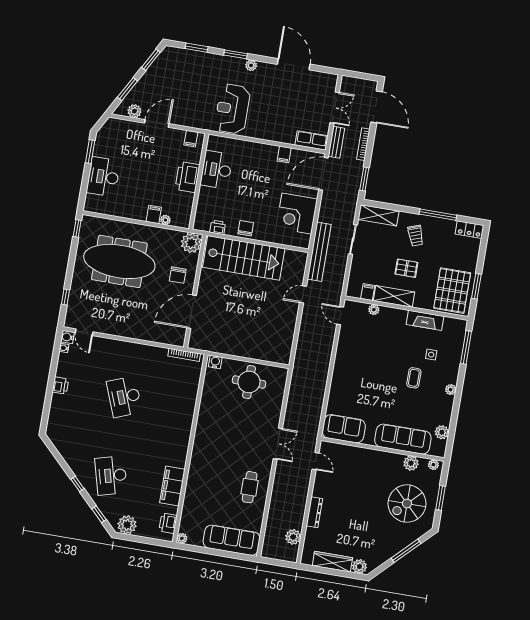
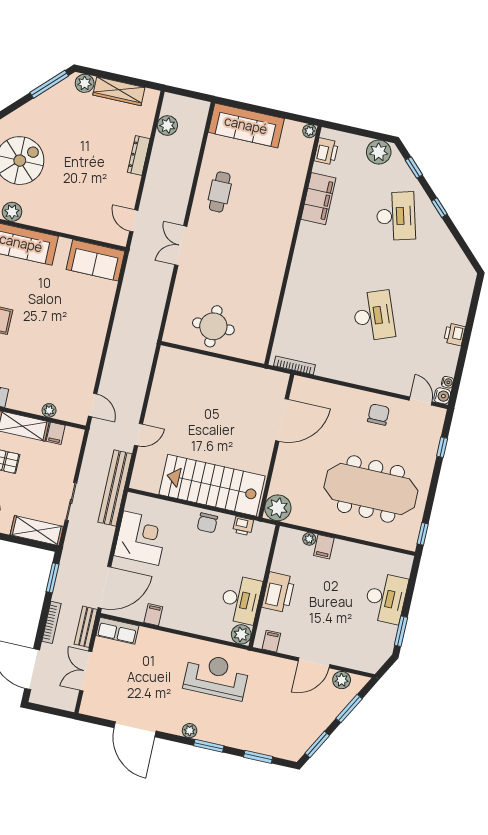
reception desk: (232, 109) -> (216, 676), turned -90
plant: (215, 143) -> (241, 634), added
chair: (178, 275) -> (378, 415), moved
water cooler: (215, 362) -> (255, 354), removed
window: (406, 551) -> (49, 84), moved

